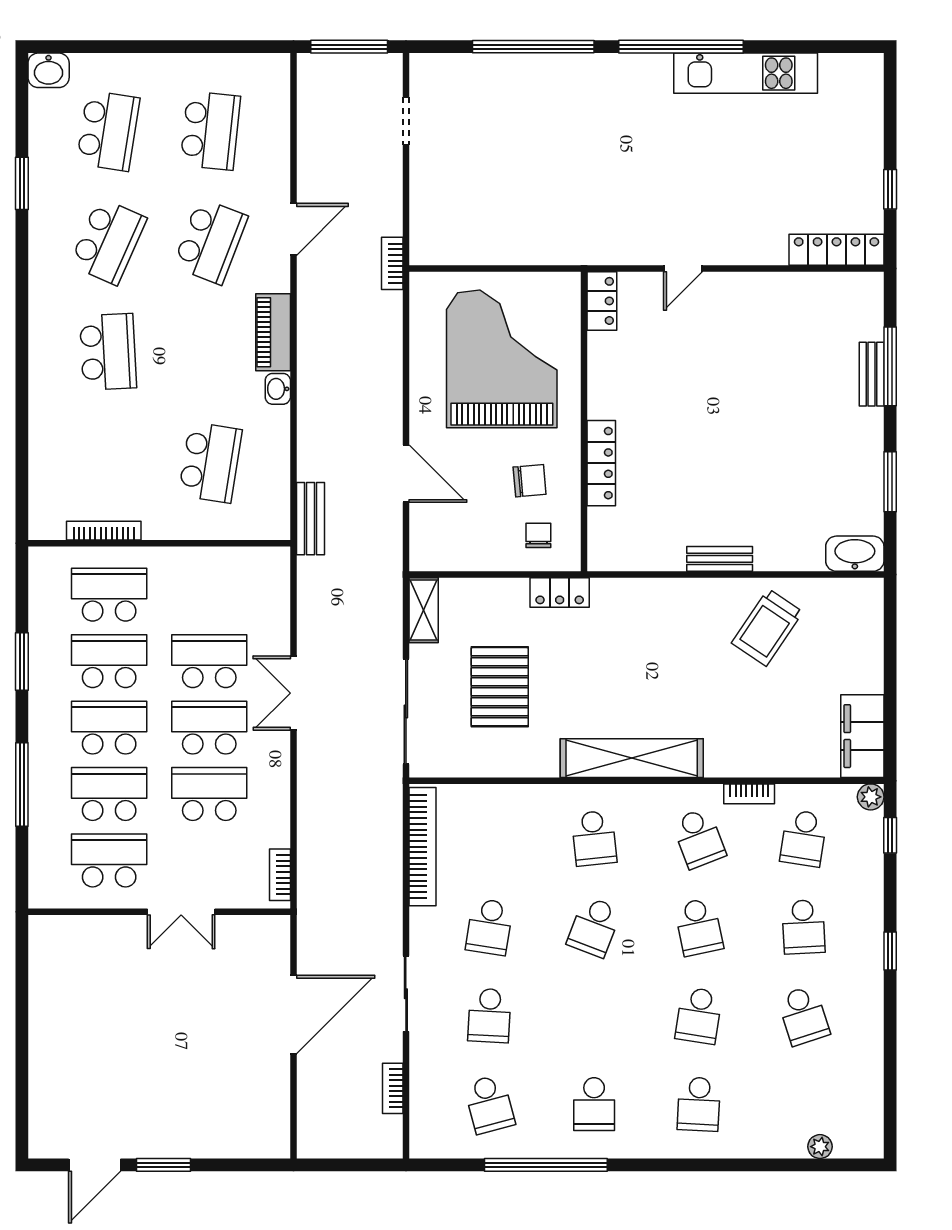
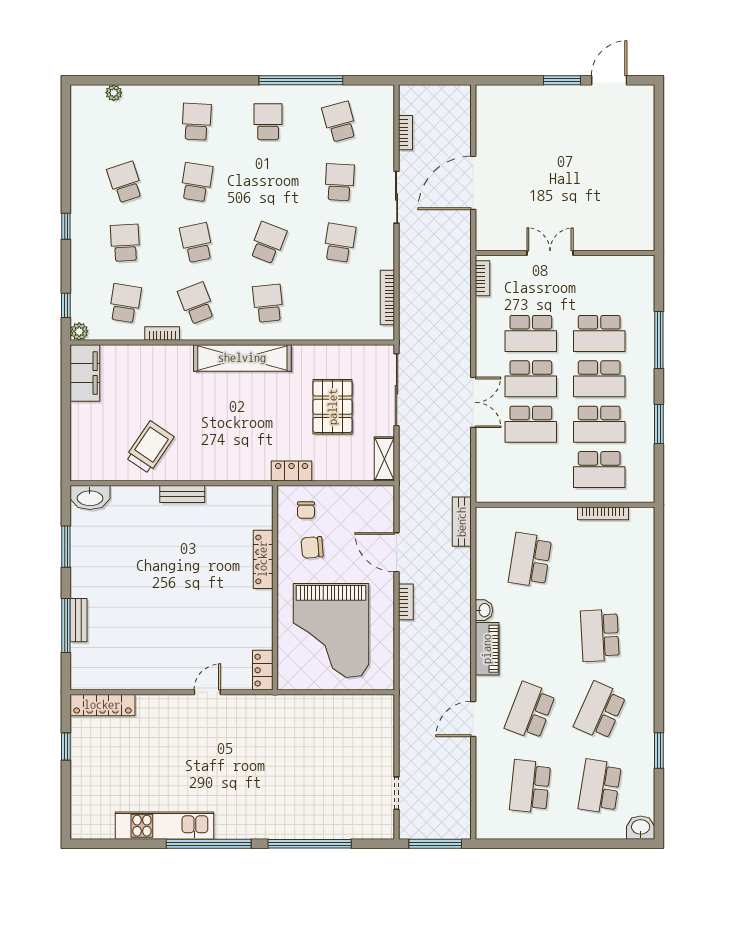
bookcase: (392, 263) -> (406, 602), moved
bookcase: (422, 847) -> (387, 298), width x0.68, depth x0.76
school desk: (109, 861) -> (599, 288), removed

